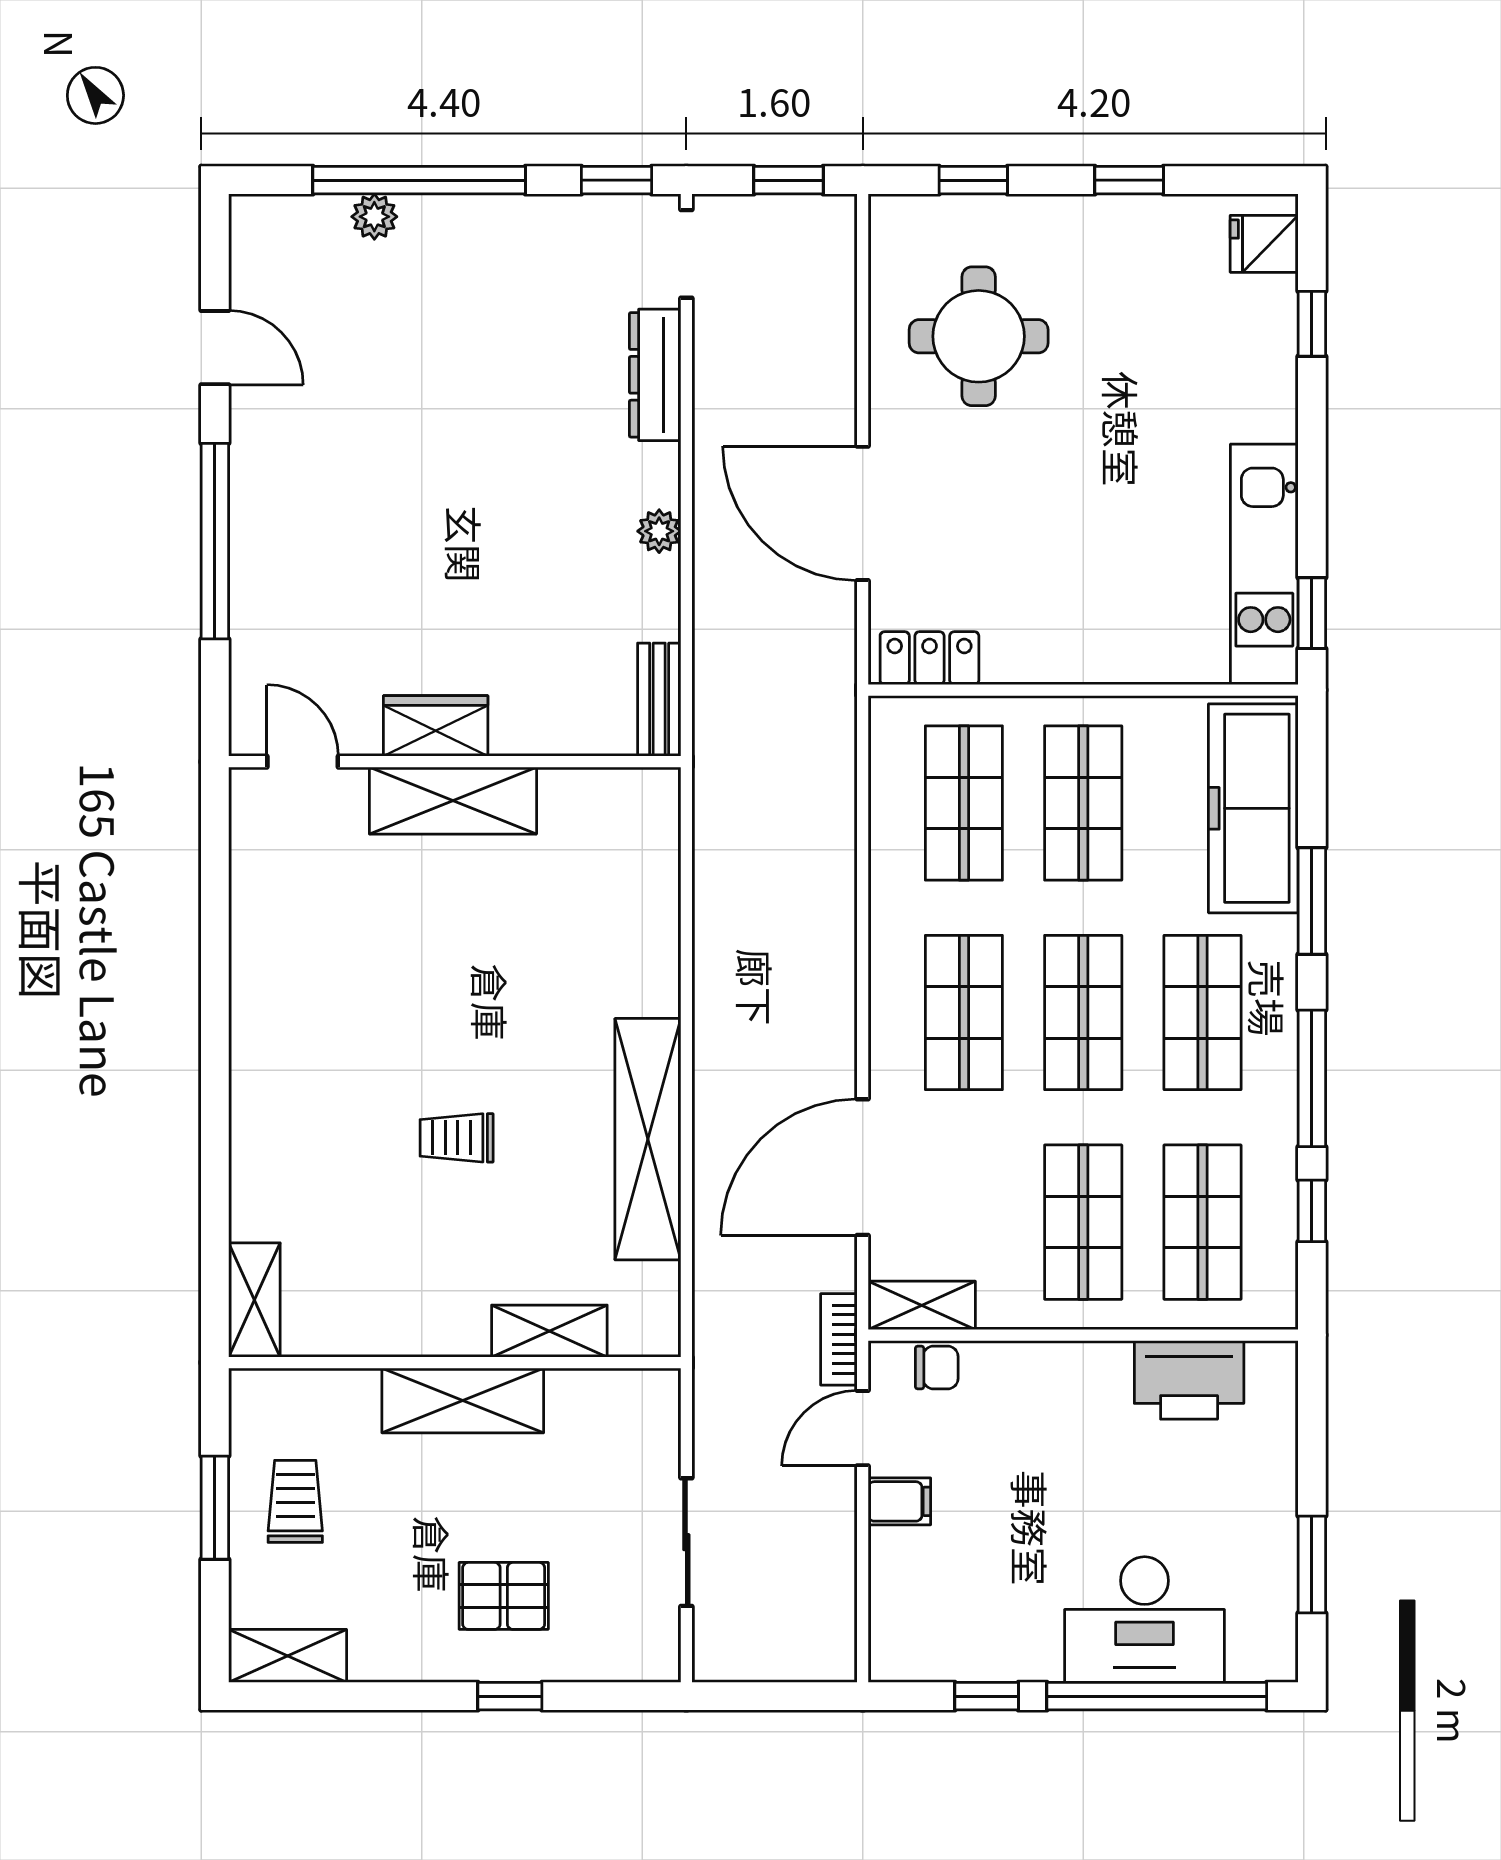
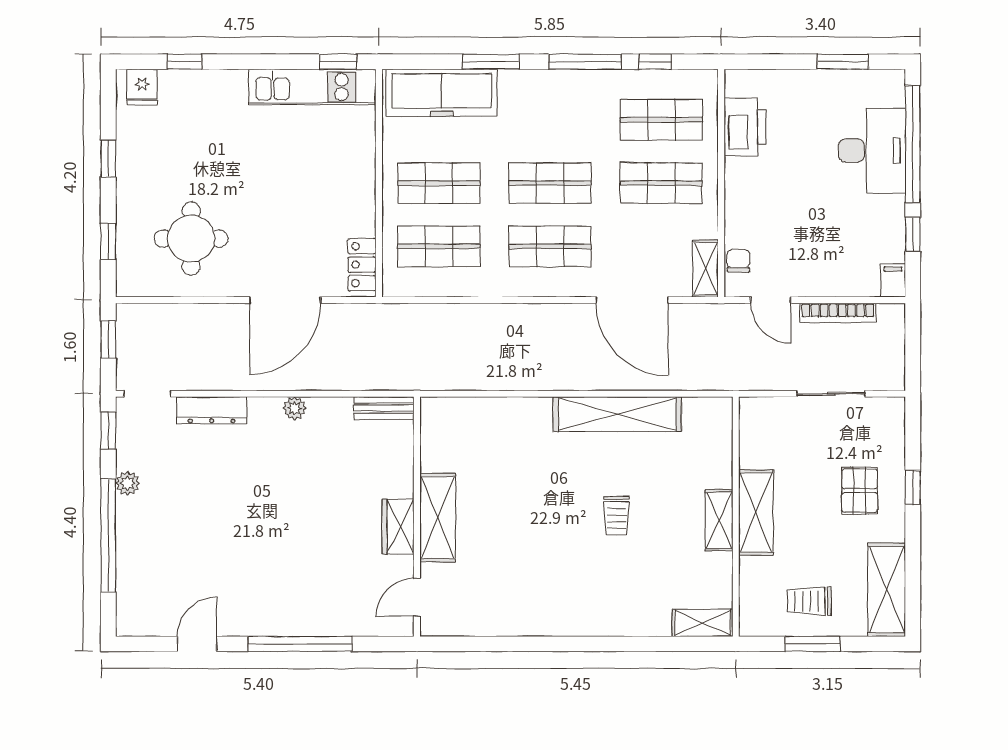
plant: (374, 217) -> (128, 483), moved
shop shelf: (1202, 1013) -> (550, 120), removed
shelving: (549, 1331) -> (719, 520), moved
bookcase: (839, 1339) -> (838, 313), moved, width x1.56
filing cabinet: (899, 1501) -> (893, 281), moved
shelving: (288, 1656) -> (887, 590), width x1.50, depth x1.33

